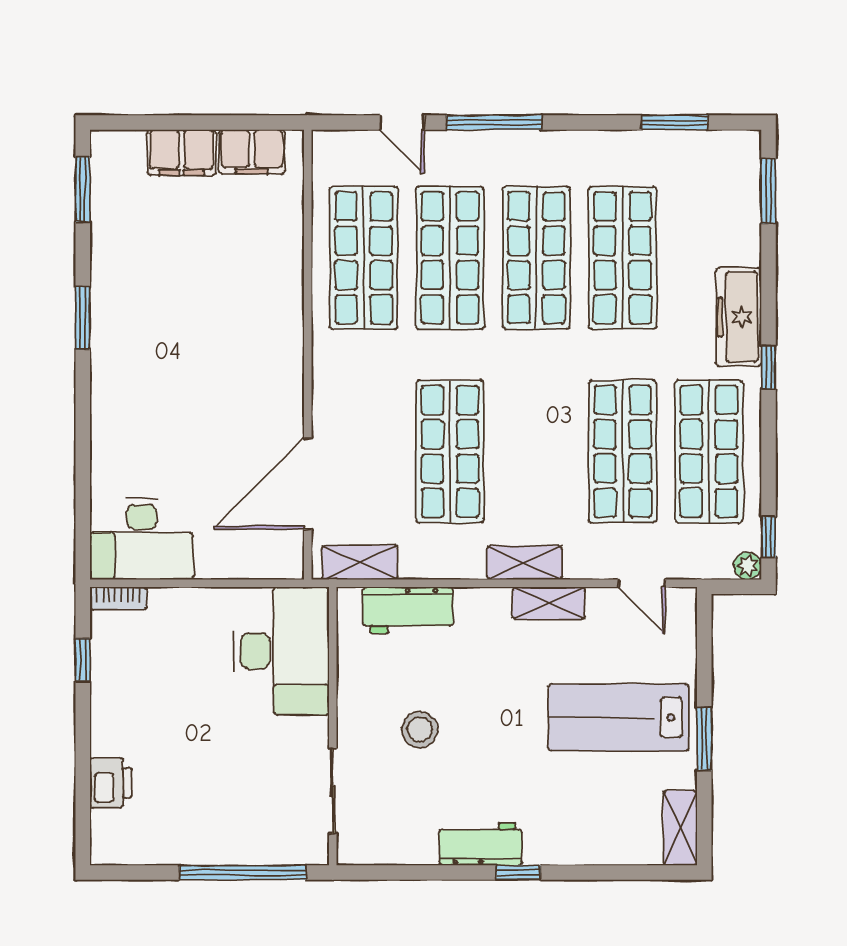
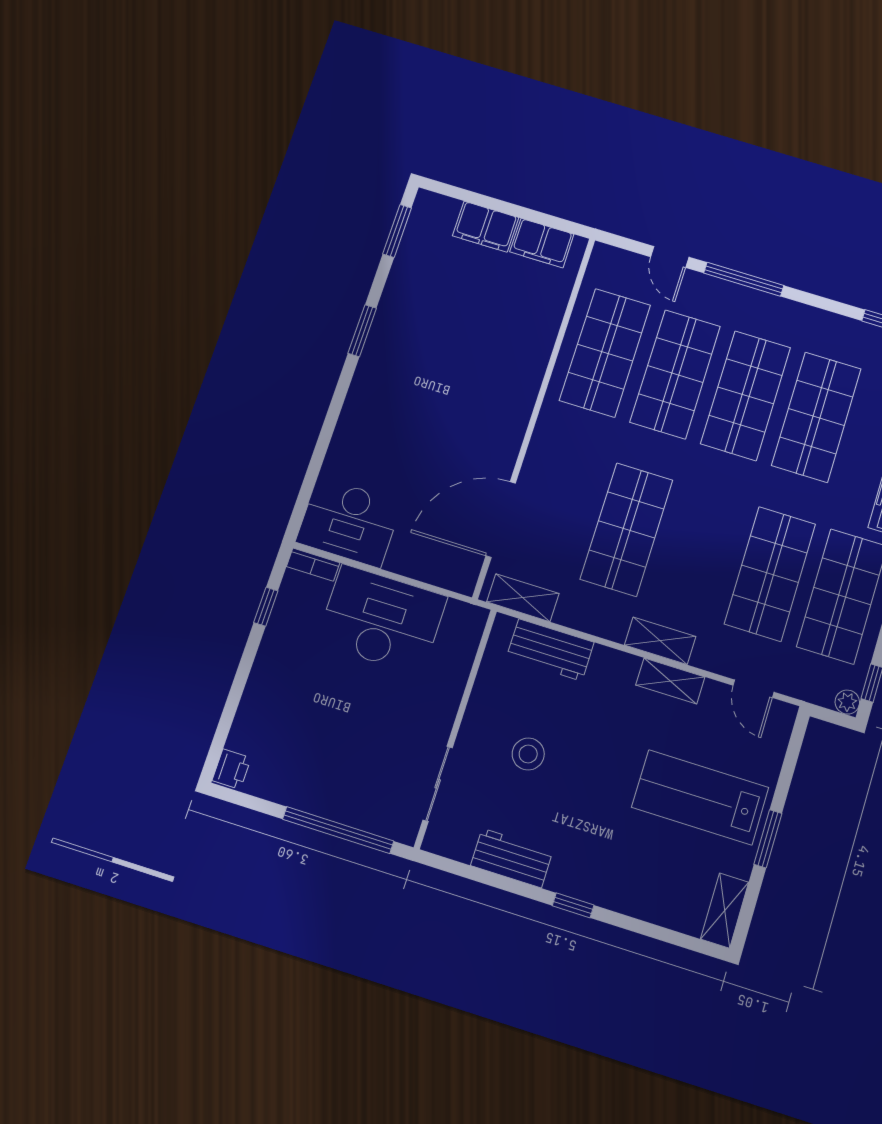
desk: (281, 651) -> (382, 620), moved, turned -90
printer: (111, 783) -> (232, 769), moved, width x0.73, depth x0.81
workbench: (481, 844) -> (512, 858), moved

